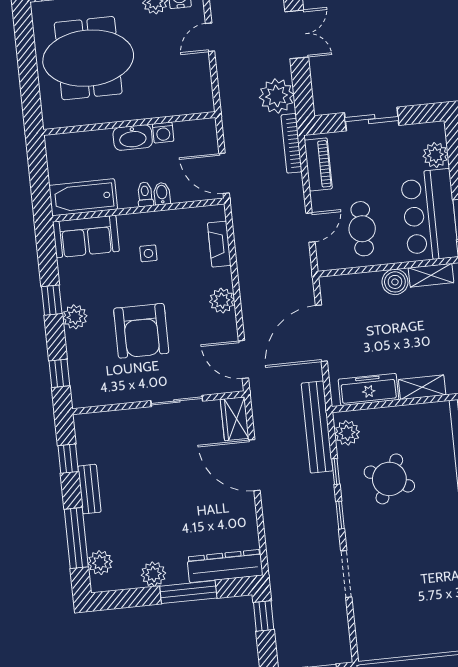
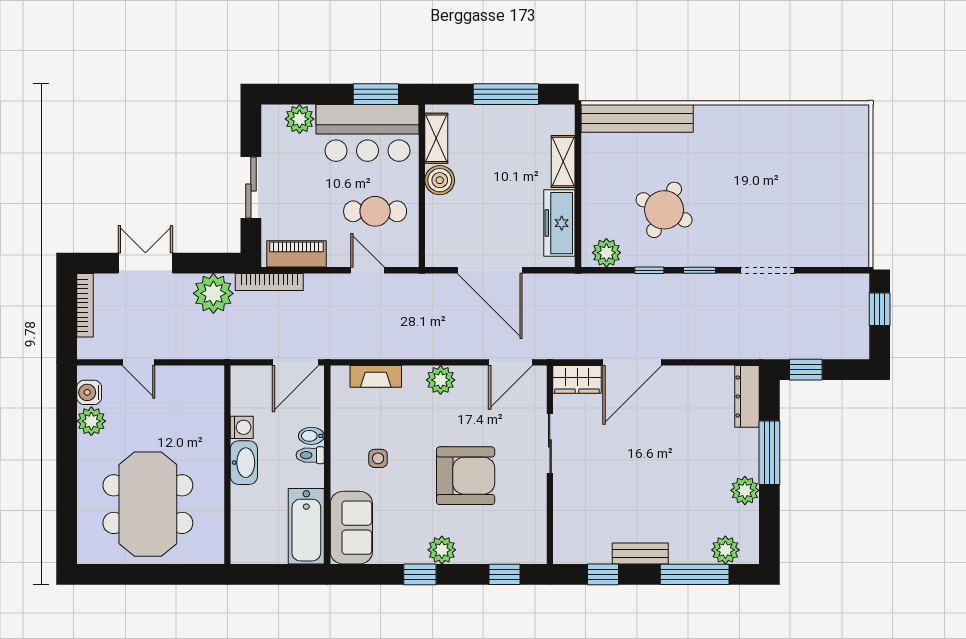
bench: (317, 427) -> (596, 286), removed
dresser: (225, 566) -> (747, 396), width x0.73, depth x0.80

